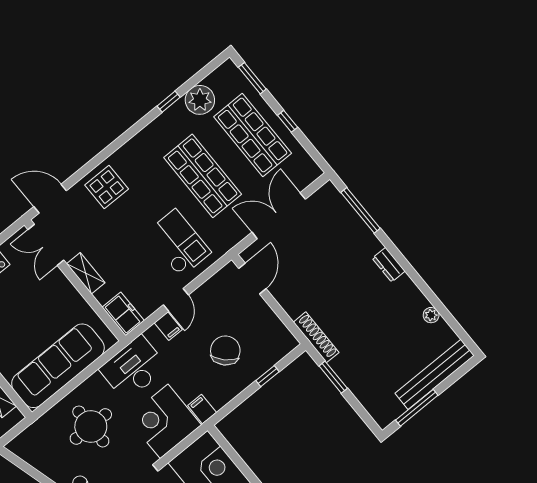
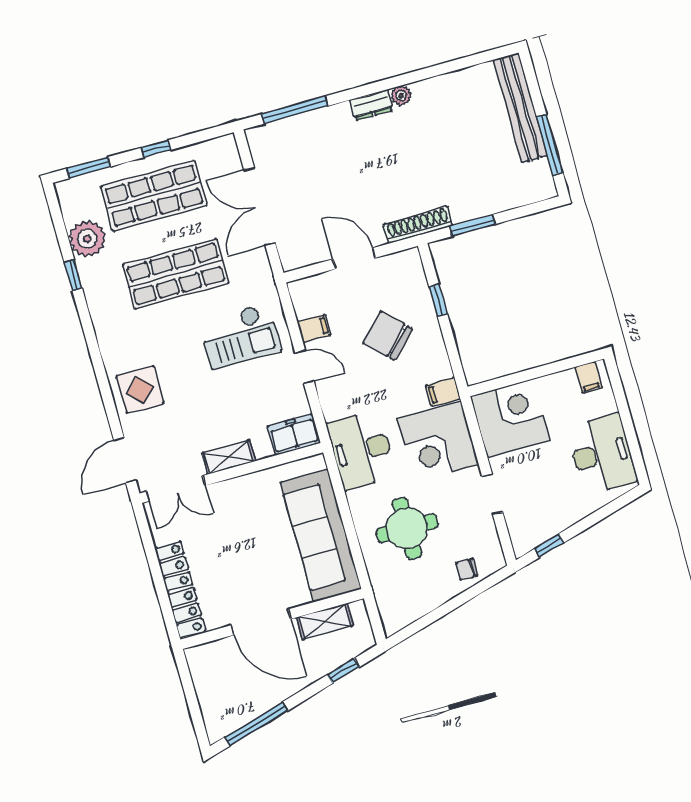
checkout: (178, 243) -> (240, 336), turned 180
door: (252, 279) -> (354, 258), moved
plant: (431, 315) -> (401, 96), moved
filing cabinet: (168, 326) -> (314, 328), moved

